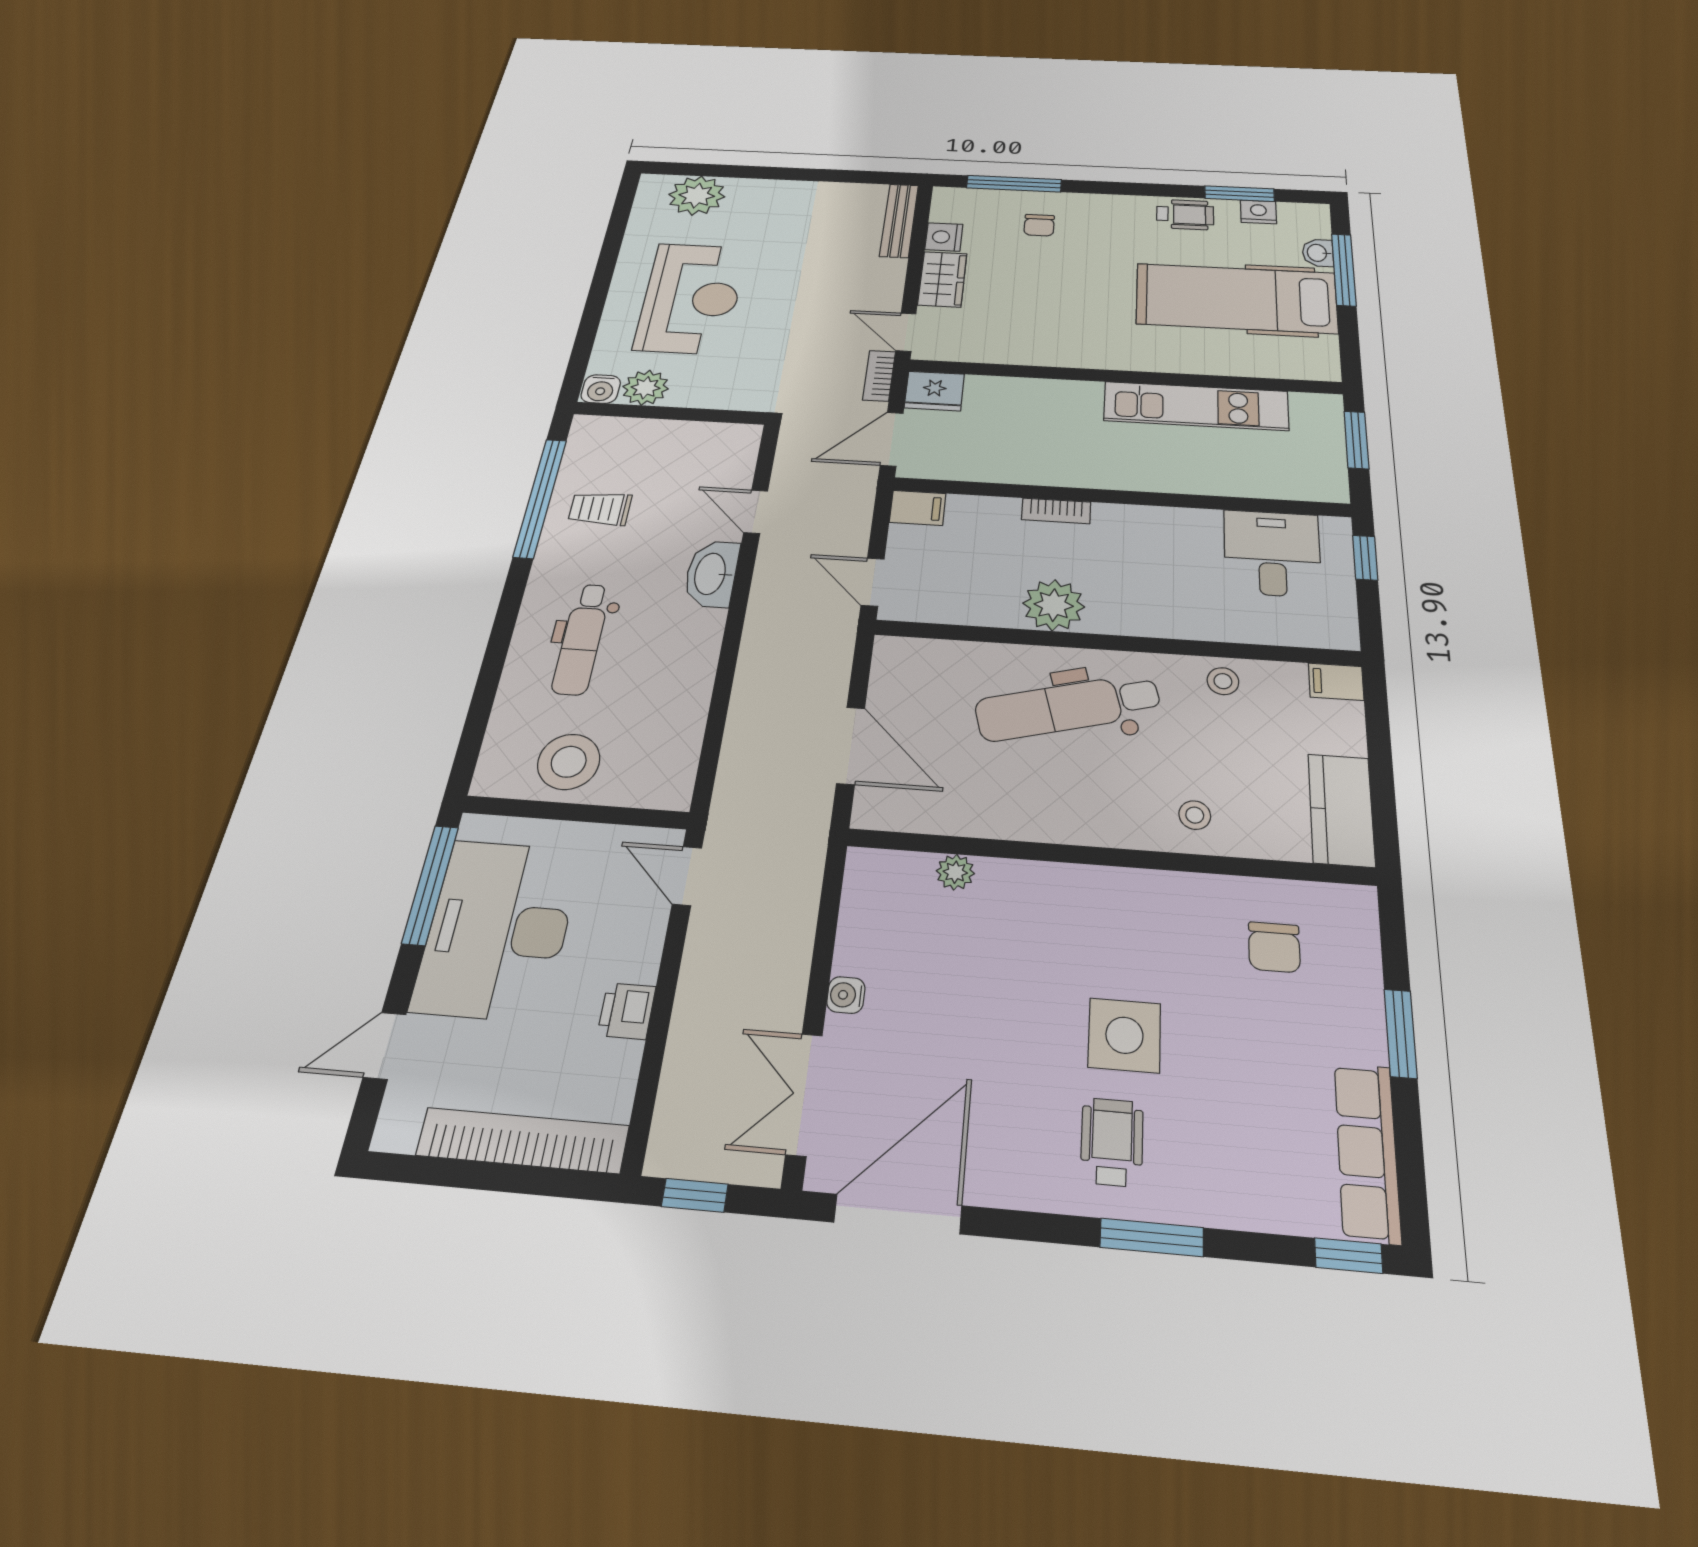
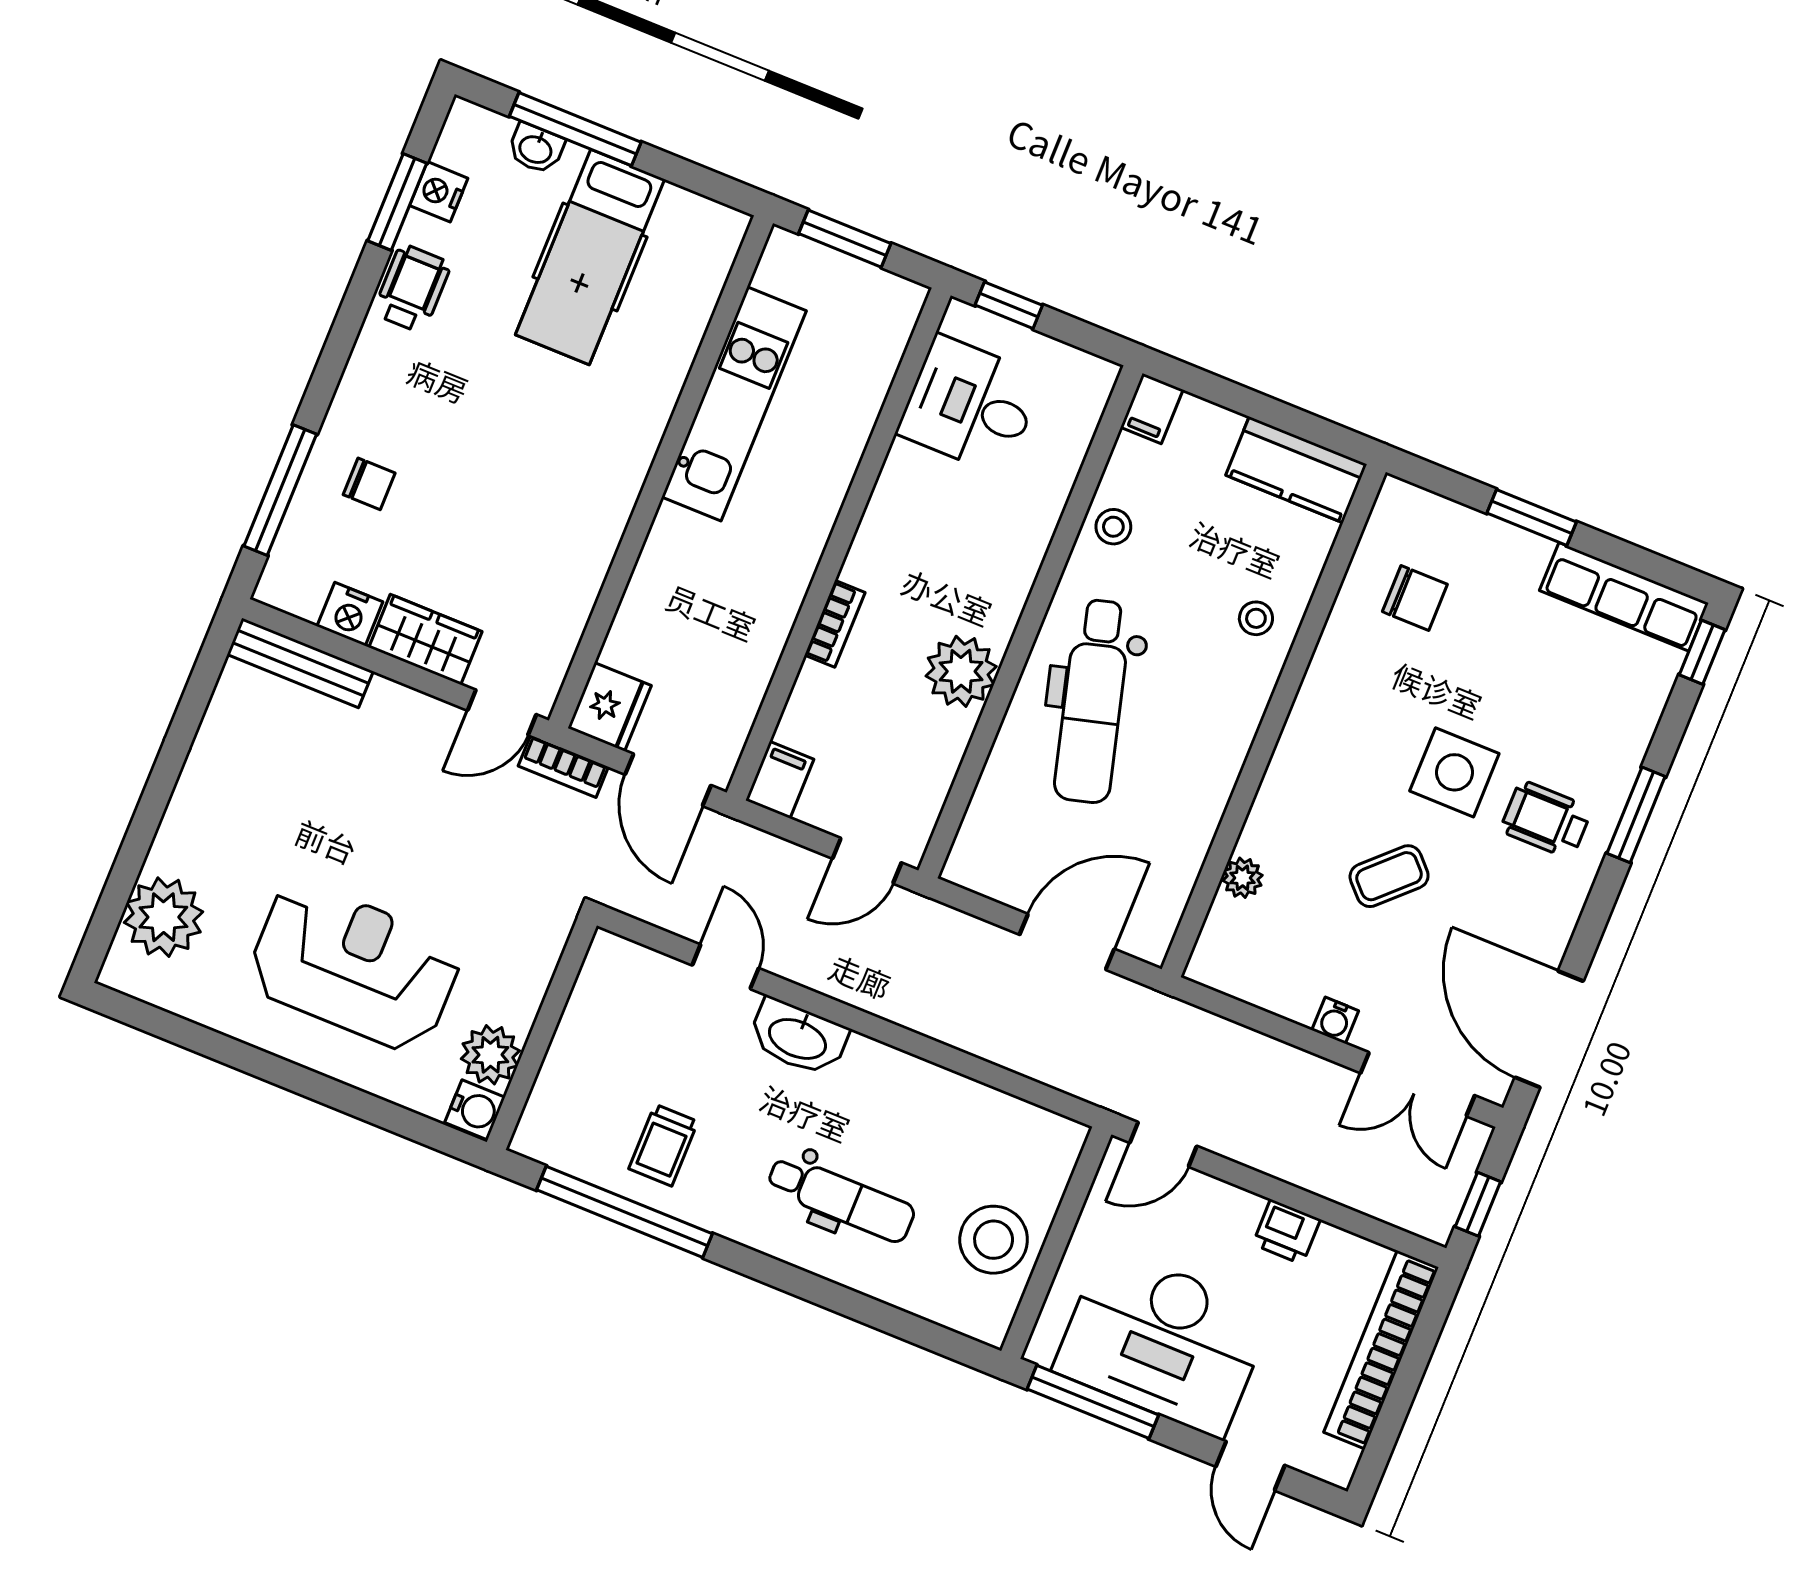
hospital bed: (1236, 298) -> (590, 257), width x0.73, depth x0.78
door: (756, 512) -> (725, 967), swing flipped
coffee table: (1002, 1004) -> (1389, 876), added

